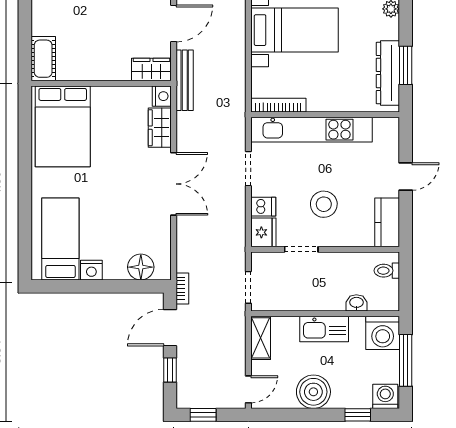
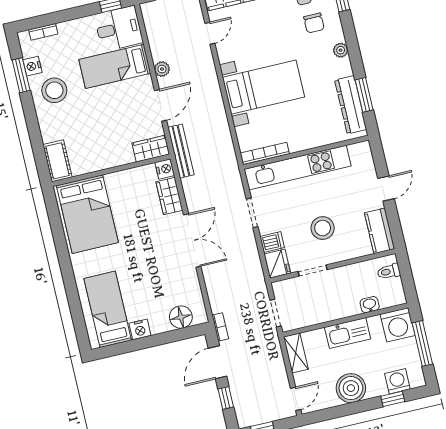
washing machine: (385, 396) -> (397, 381), moved

